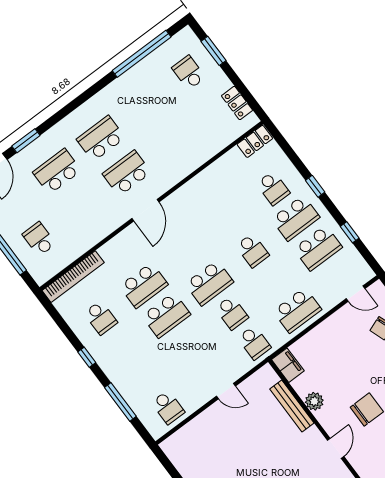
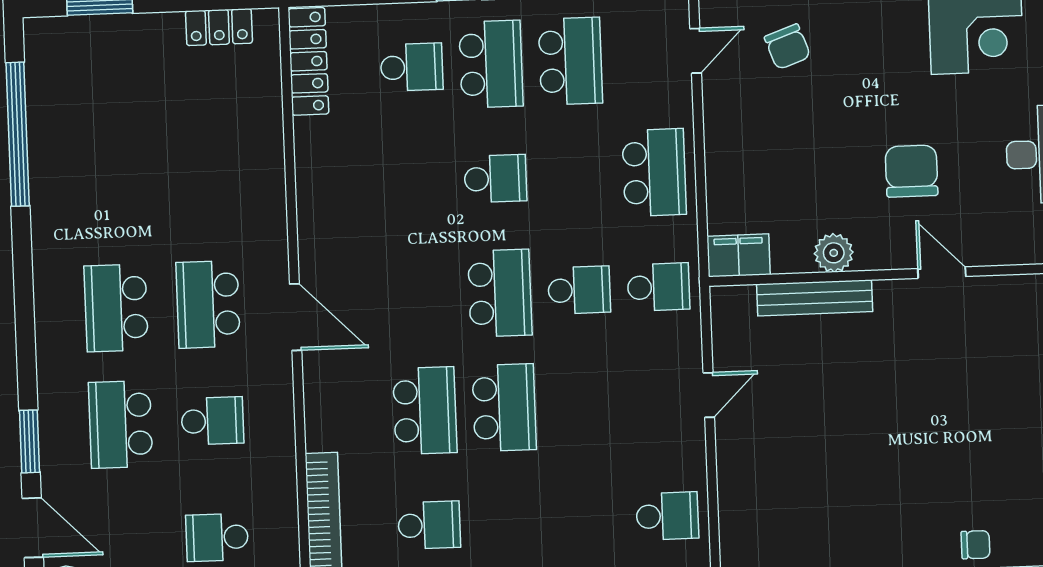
school desk: (189, 73) -> (213, 421), moved, turned 180
locker: (255, 141) -> (308, 61), width x1.53

